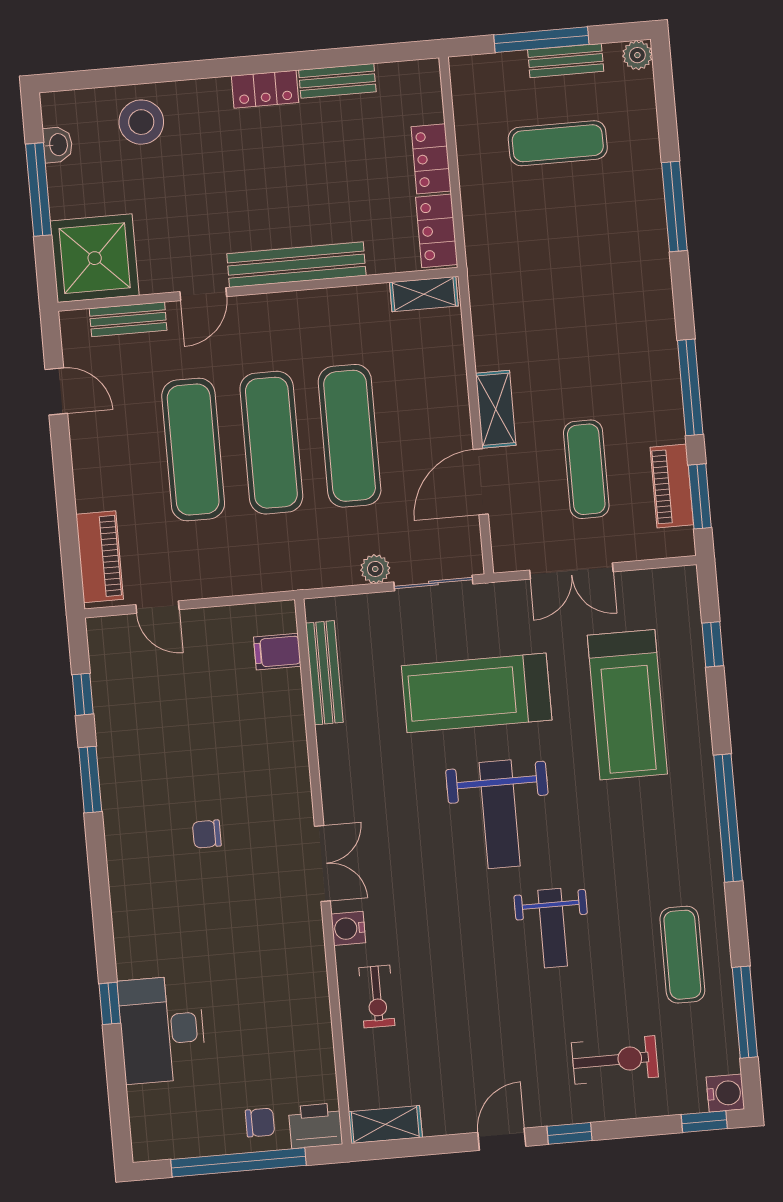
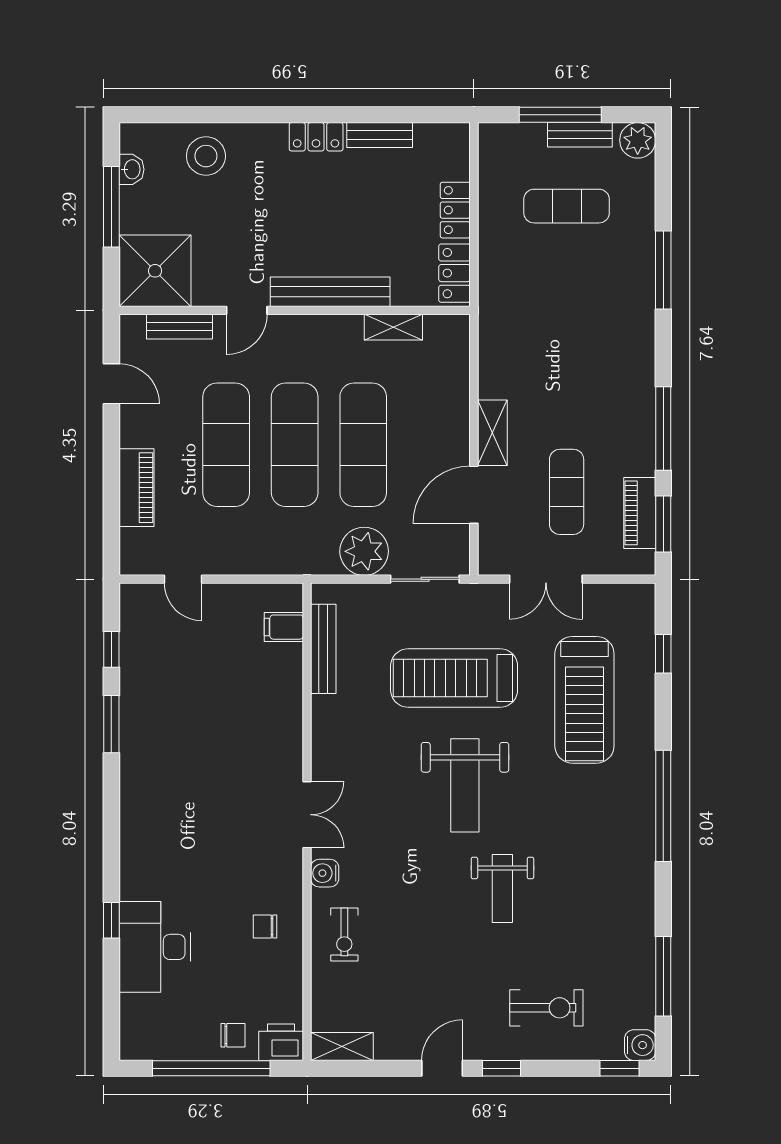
plant: (637, 55) -> (638, 140), width x1.38, depth x1.38
shelving: (424, 294) -> (393, 327), moved
piano: (100, 557) -> (137, 488), moved
plant: (375, 569) -> (364, 551), width x1.88, depth x1.88
chair: (207, 834) -> (265, 927), moved
exercise mat: (682, 955) -> (613, 921), removed

